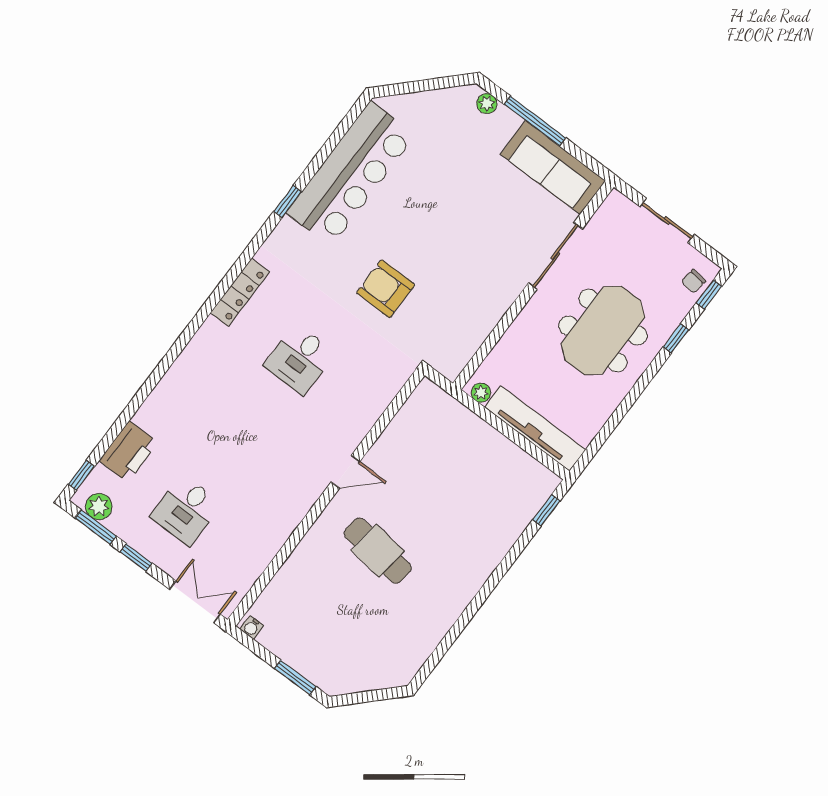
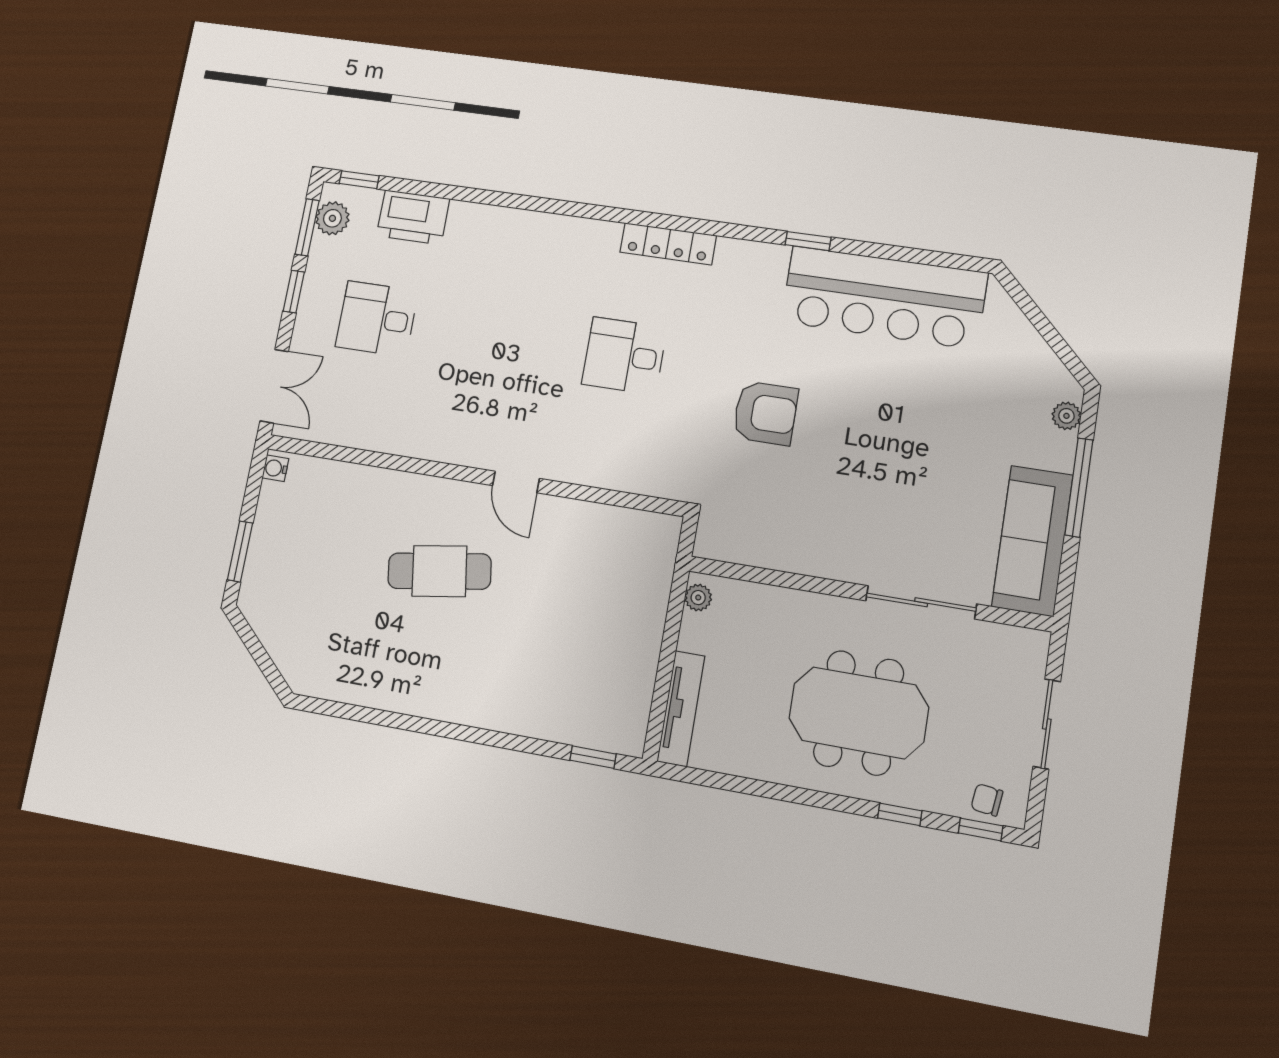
armchair: (386, 289) -> (765, 413), turned 90
tv unit: (535, 428) -> (681, 709), width x0.73, depth x0.78
cafe table: (378, 551) -> (439, 571), turned 74

